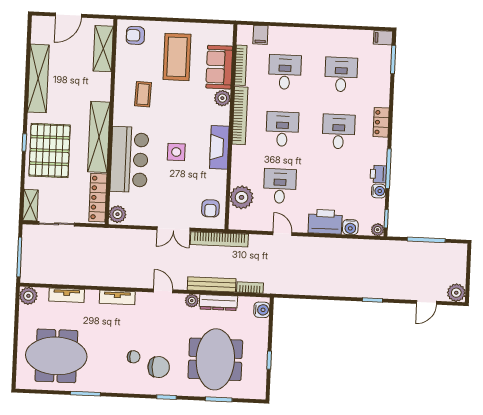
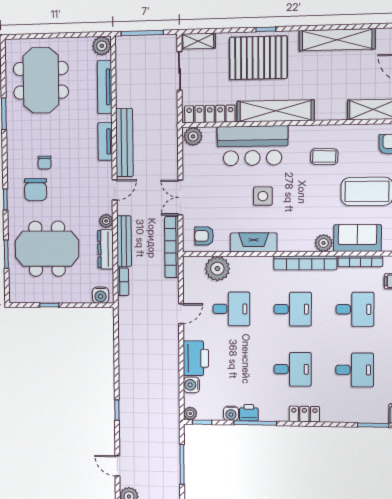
fireplace: (219, 147) -> (254, 242), moved
bench: (119, 279) -> (124, 143), added
tv unit: (67, 295) -> (105, 87), width x1.41

